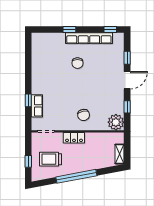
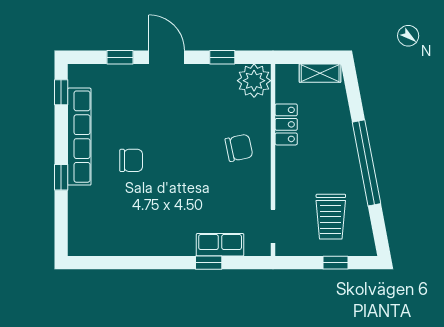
locker: (74, 138) -> (286, 124), moved

